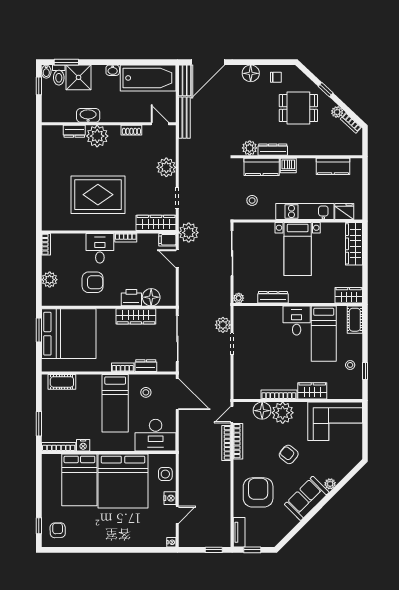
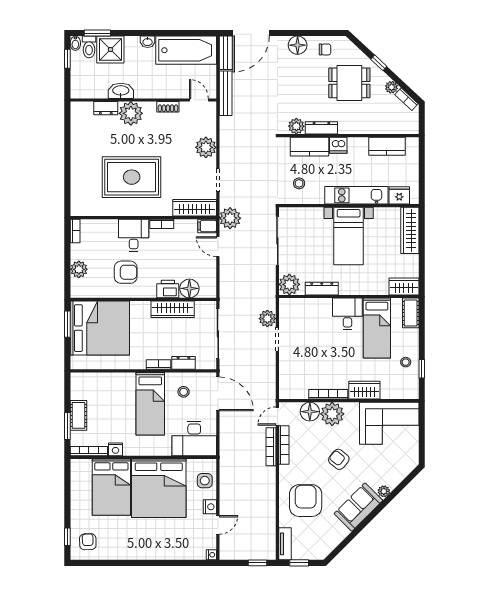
plant: (239, 298) -> (289, 284), width x1.88, depth x1.88
cot: (62, 382) -> (79, 415), moved, turned 90

